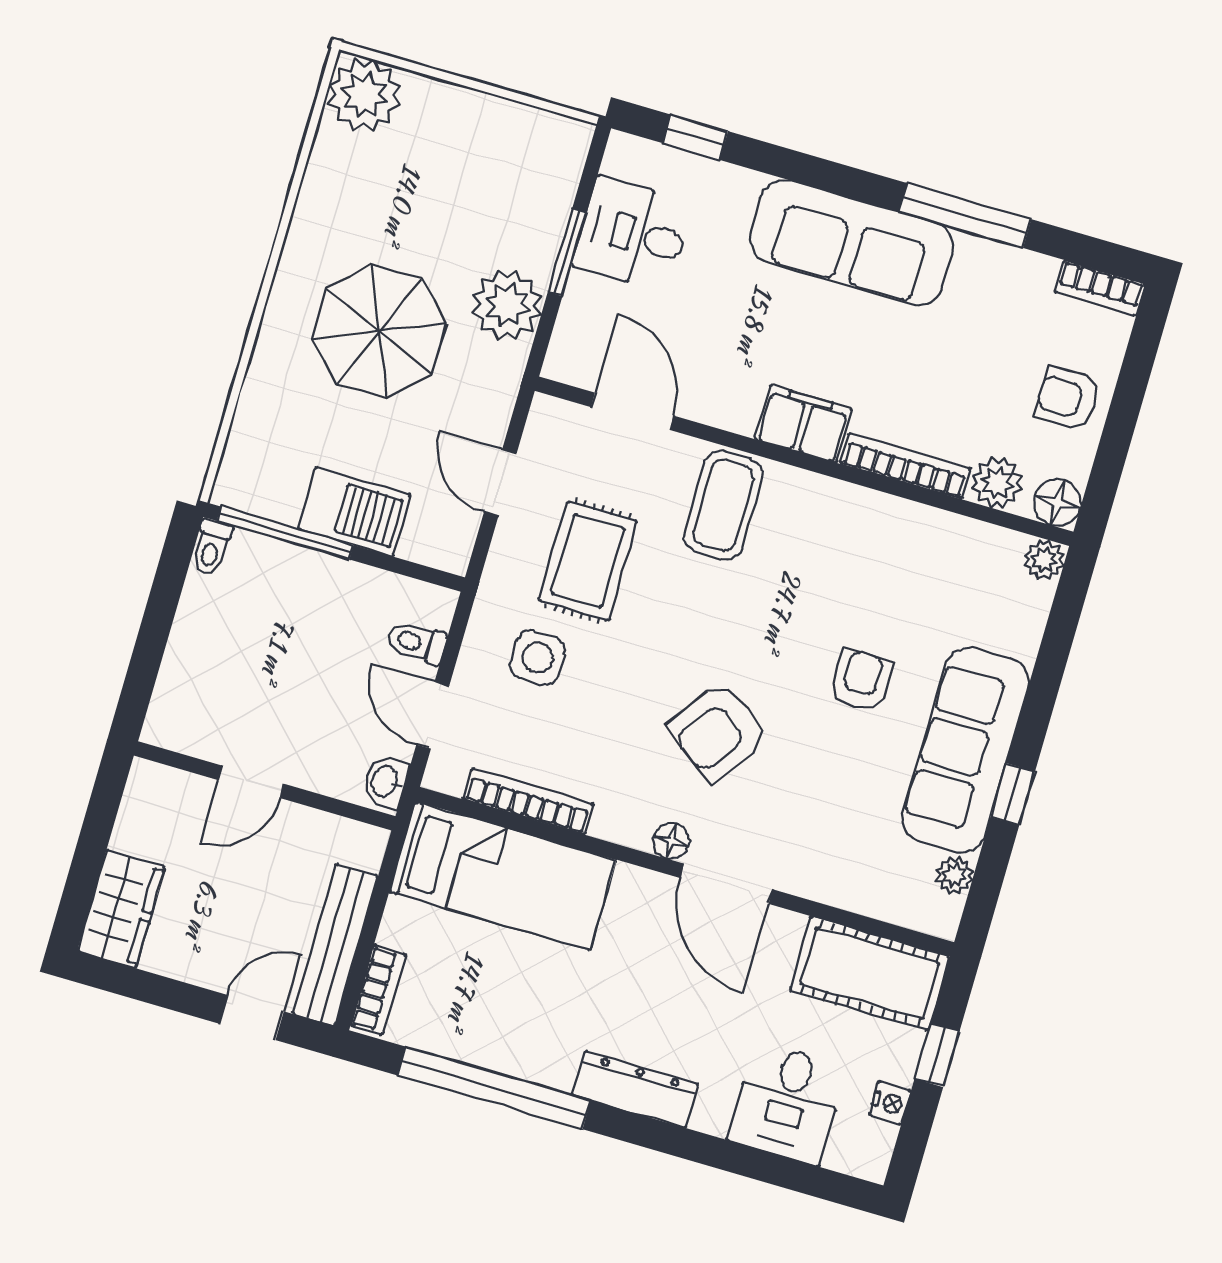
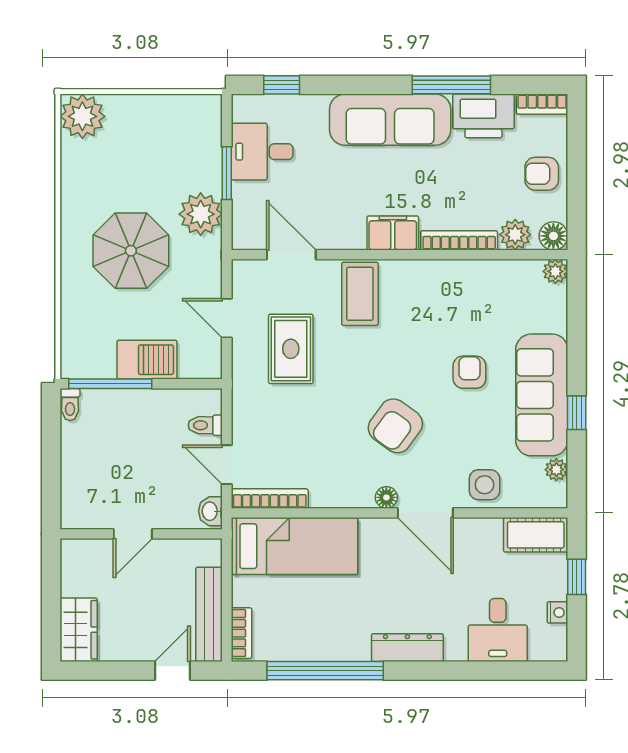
printer: (1002, 280) -> (483, 116), added
side table: (538, 658) -> (485, 485), moved
bookcase: (528, 801) -> (270, 499), moved
cot: (870, 973) -> (536, 535), width x0.73, depth x0.75

